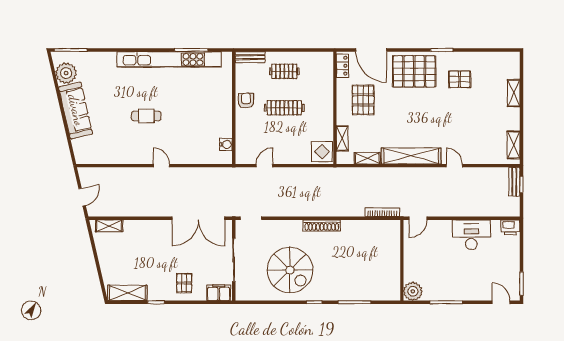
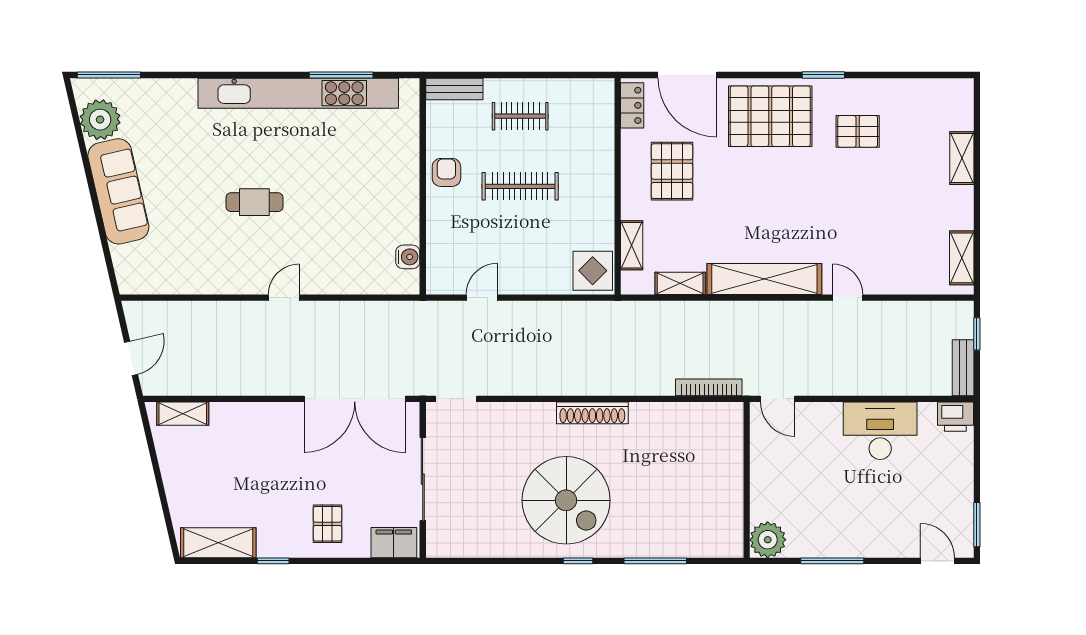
door: (162, 166) -> (284, 298), hinge flipped
bench: (514, 182) -> (963, 368), moved
door: (418, 218) -> (778, 399), hinge flipped
spiral stairs: (290, 270) -> (566, 500), moved

